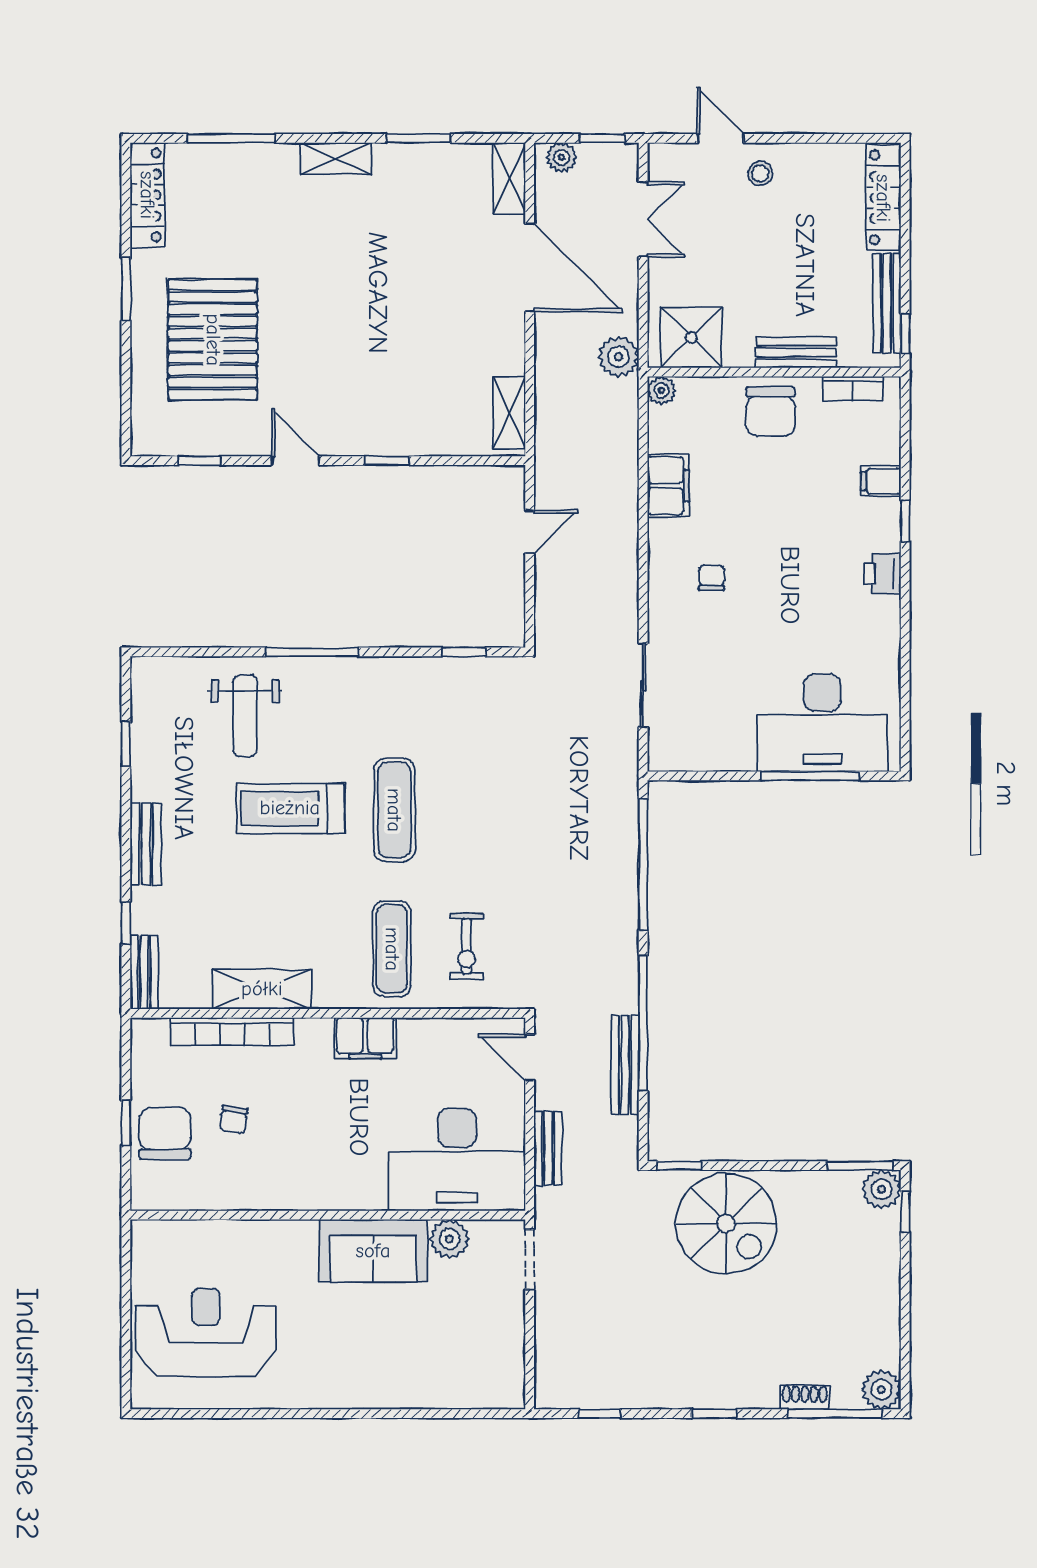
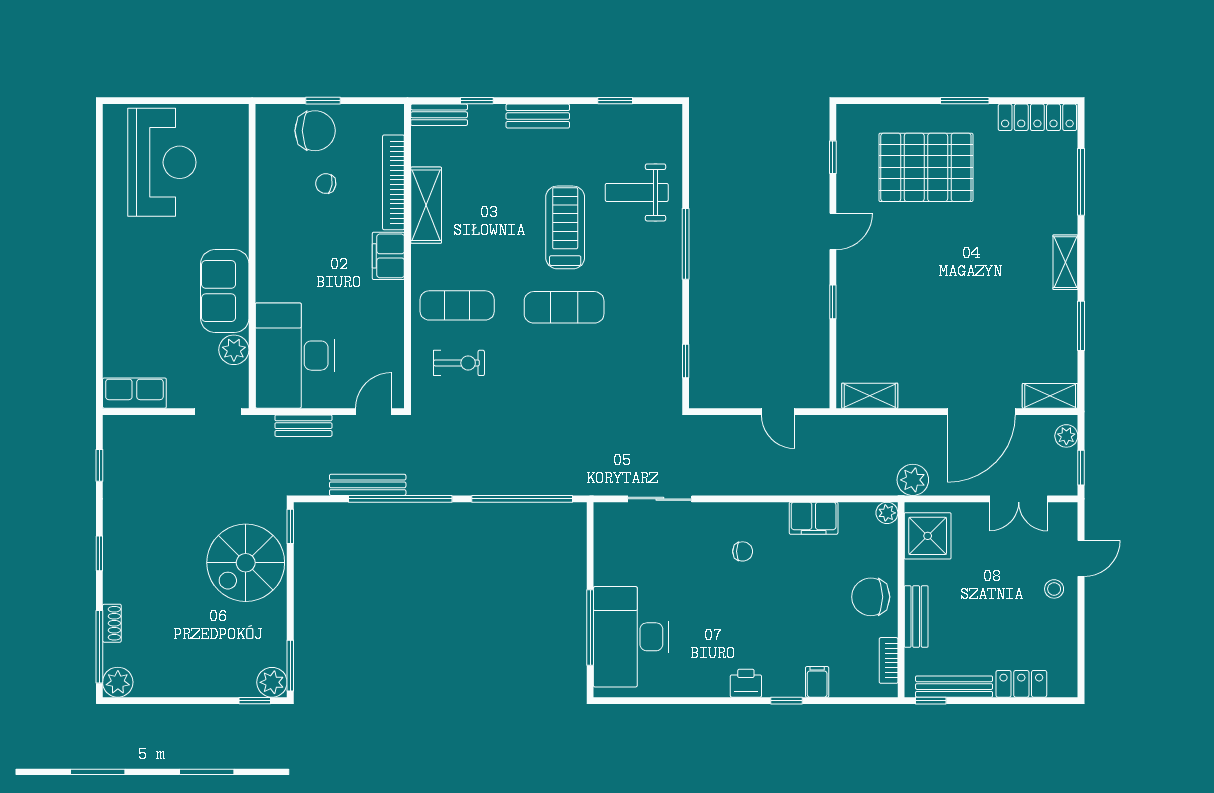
locker: (883, 198) -> (1021, 684), width x0.66
exercise bike: (467, 946) -> (459, 363), turned 180
filing cabinet: (365, 1038) -> (388, 256), moved
row of seats: (506, 1368) -> (134, 393), added

